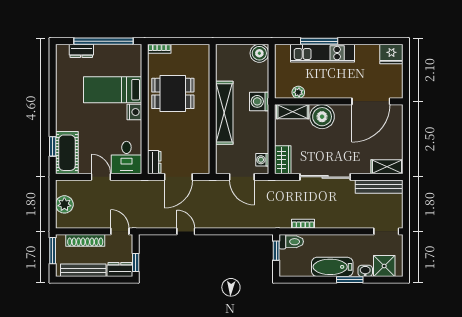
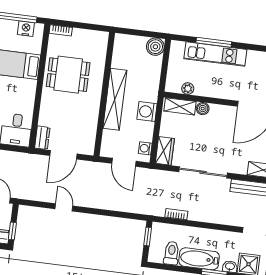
washing machine: (259, 101) -> (147, 112), moved
nightstand: (134, 112) -> (26, 29), moved, turned -90
boiler: (322, 117) -> (203, 109), width x0.54, depth x0.54
toilet: (291, 242) -> (171, 253), moved, turned -90

